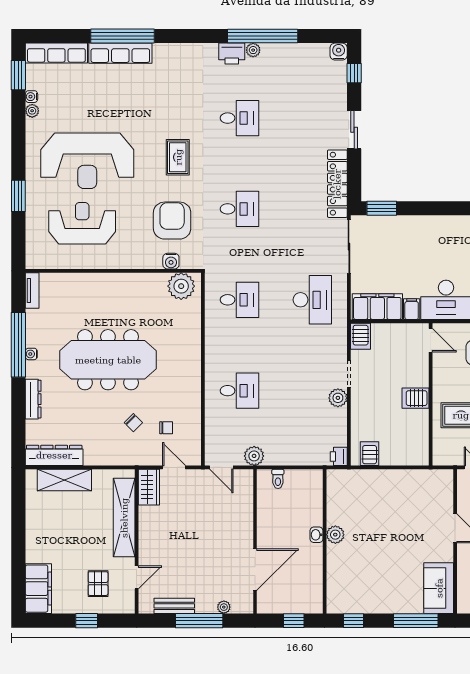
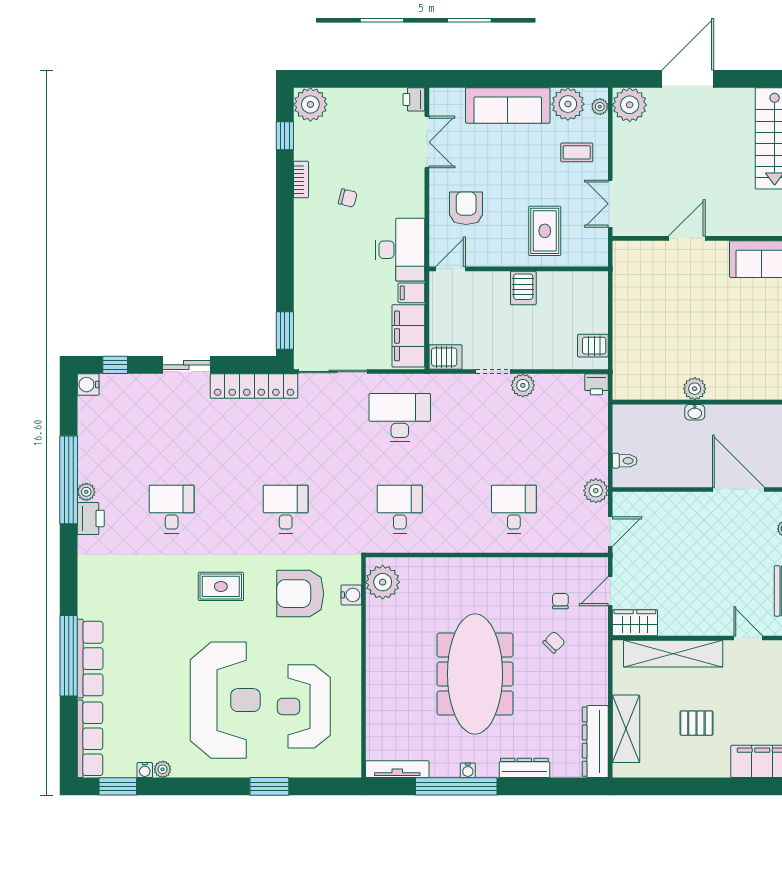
tv unit: (32, 290) -> (397, 769), width x1.41
pallet: (98, 584) -> (696, 723), moved

